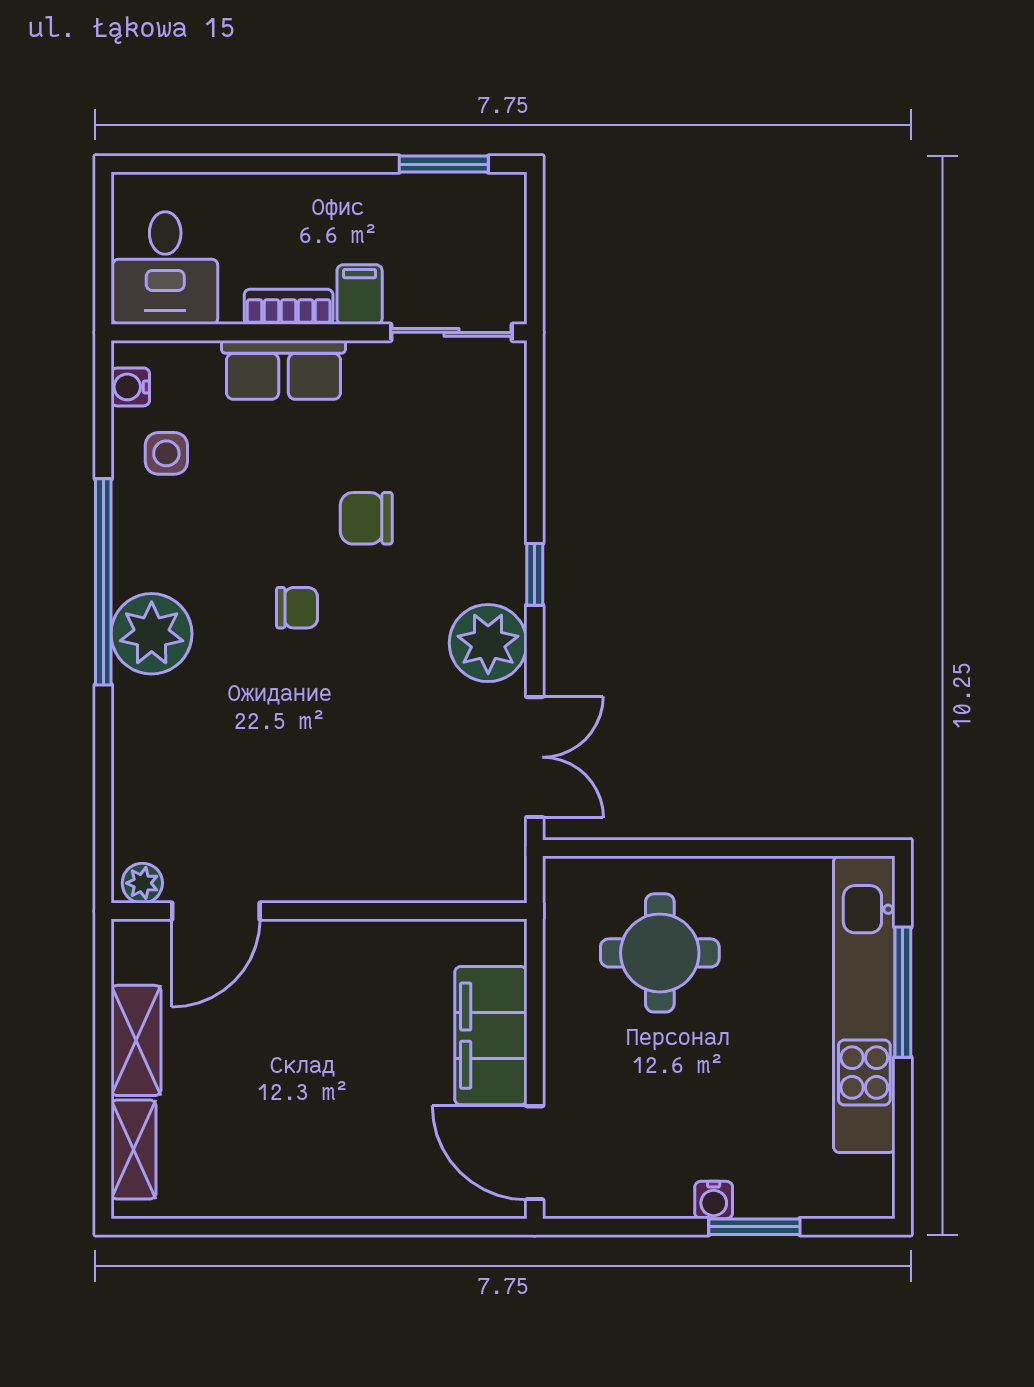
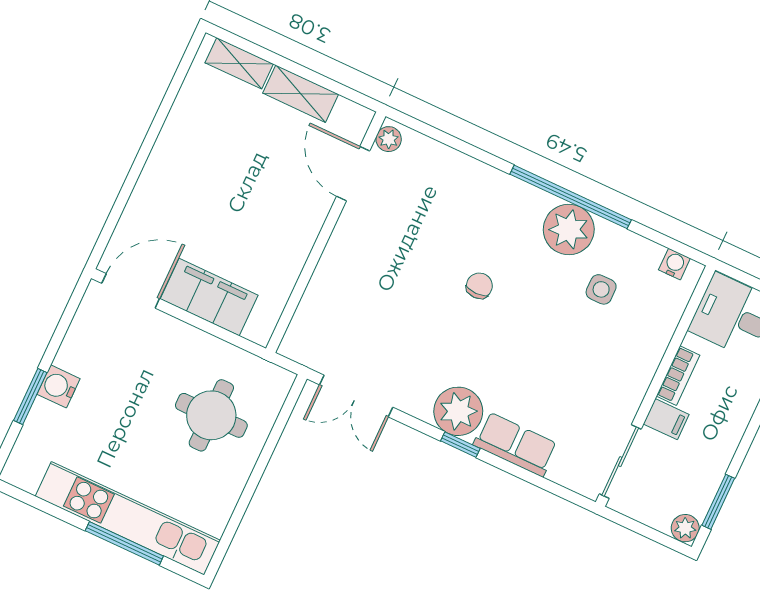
plant: (504, 194) -> (685, 528), added
row of seats: (283, 370) -> (516, 444), moved, turned 90
side table: (166, 453) -> (601, 289), moved
chair: (366, 518) -> (537, 364), removed
chair: (297, 608) -> (479, 286), moved, turned 180
plant: (152, 634) -> (569, 229), moved
plant: (488, 643) -> (458, 411), moved
water cooler: (714, 1200) -> (58, 386), width x1.38, depth x1.38

